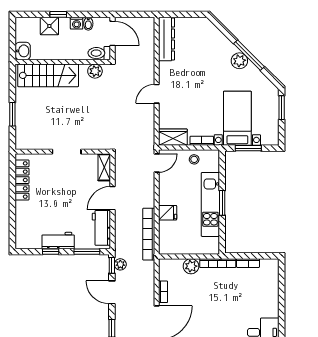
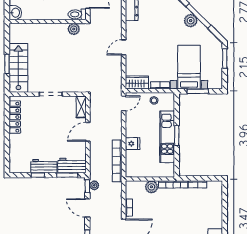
stairs: (48, 75) -> (18, 68), moved, turned -90
workbench: (101, 228) -> (72, 166), moved, turned 90

